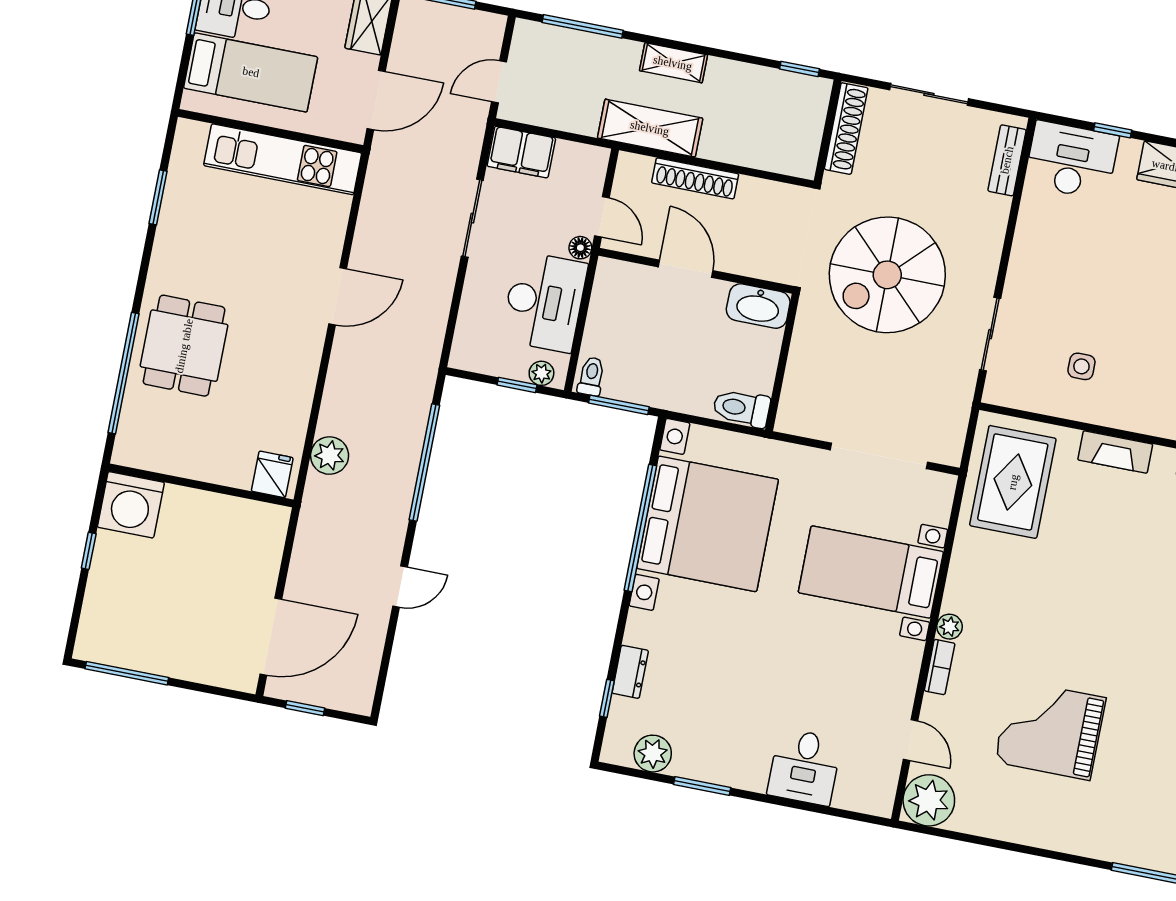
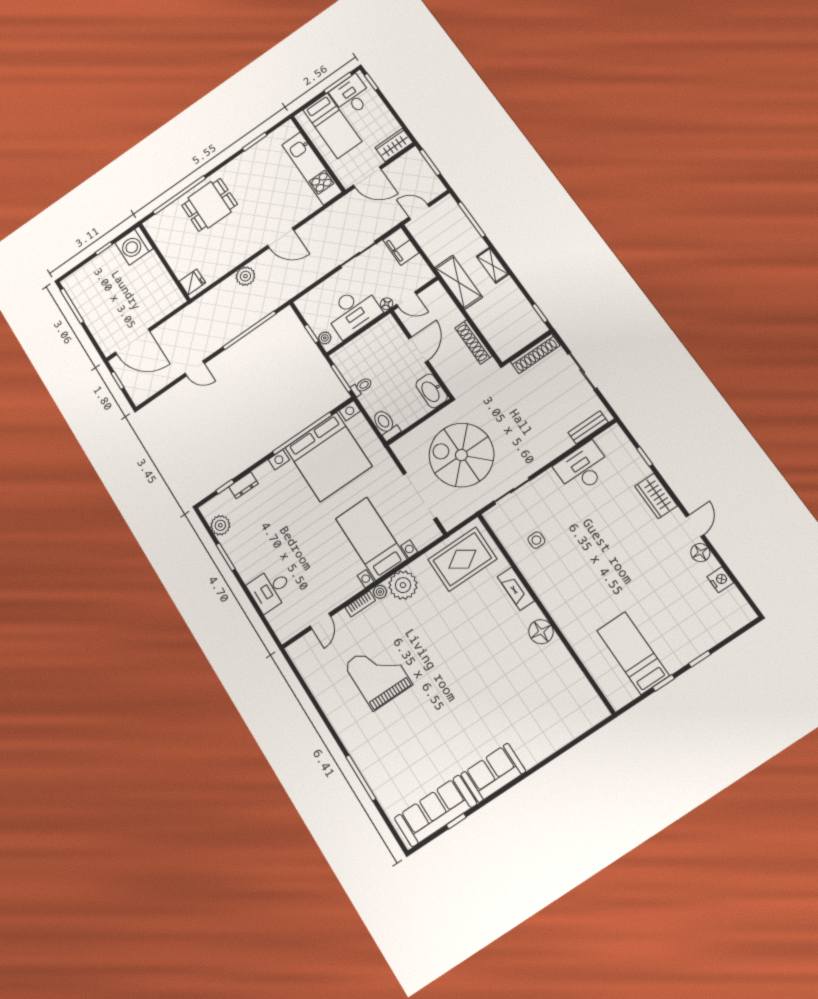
desk: (1072, 160) -> (583, 468), moved, turned -90
shoe rack: (695, 178) -> (474, 342), moved
door: (602, 217) -> (406, 299), hinge flipped
spiral stairs: (887, 275) -> (461, 455), moved
toilet: (591, 376) -> (362, 386), moved
plant: (330, 456) -> (245, 276), moved
plant: (929, 800) -> (403, 585), moved

